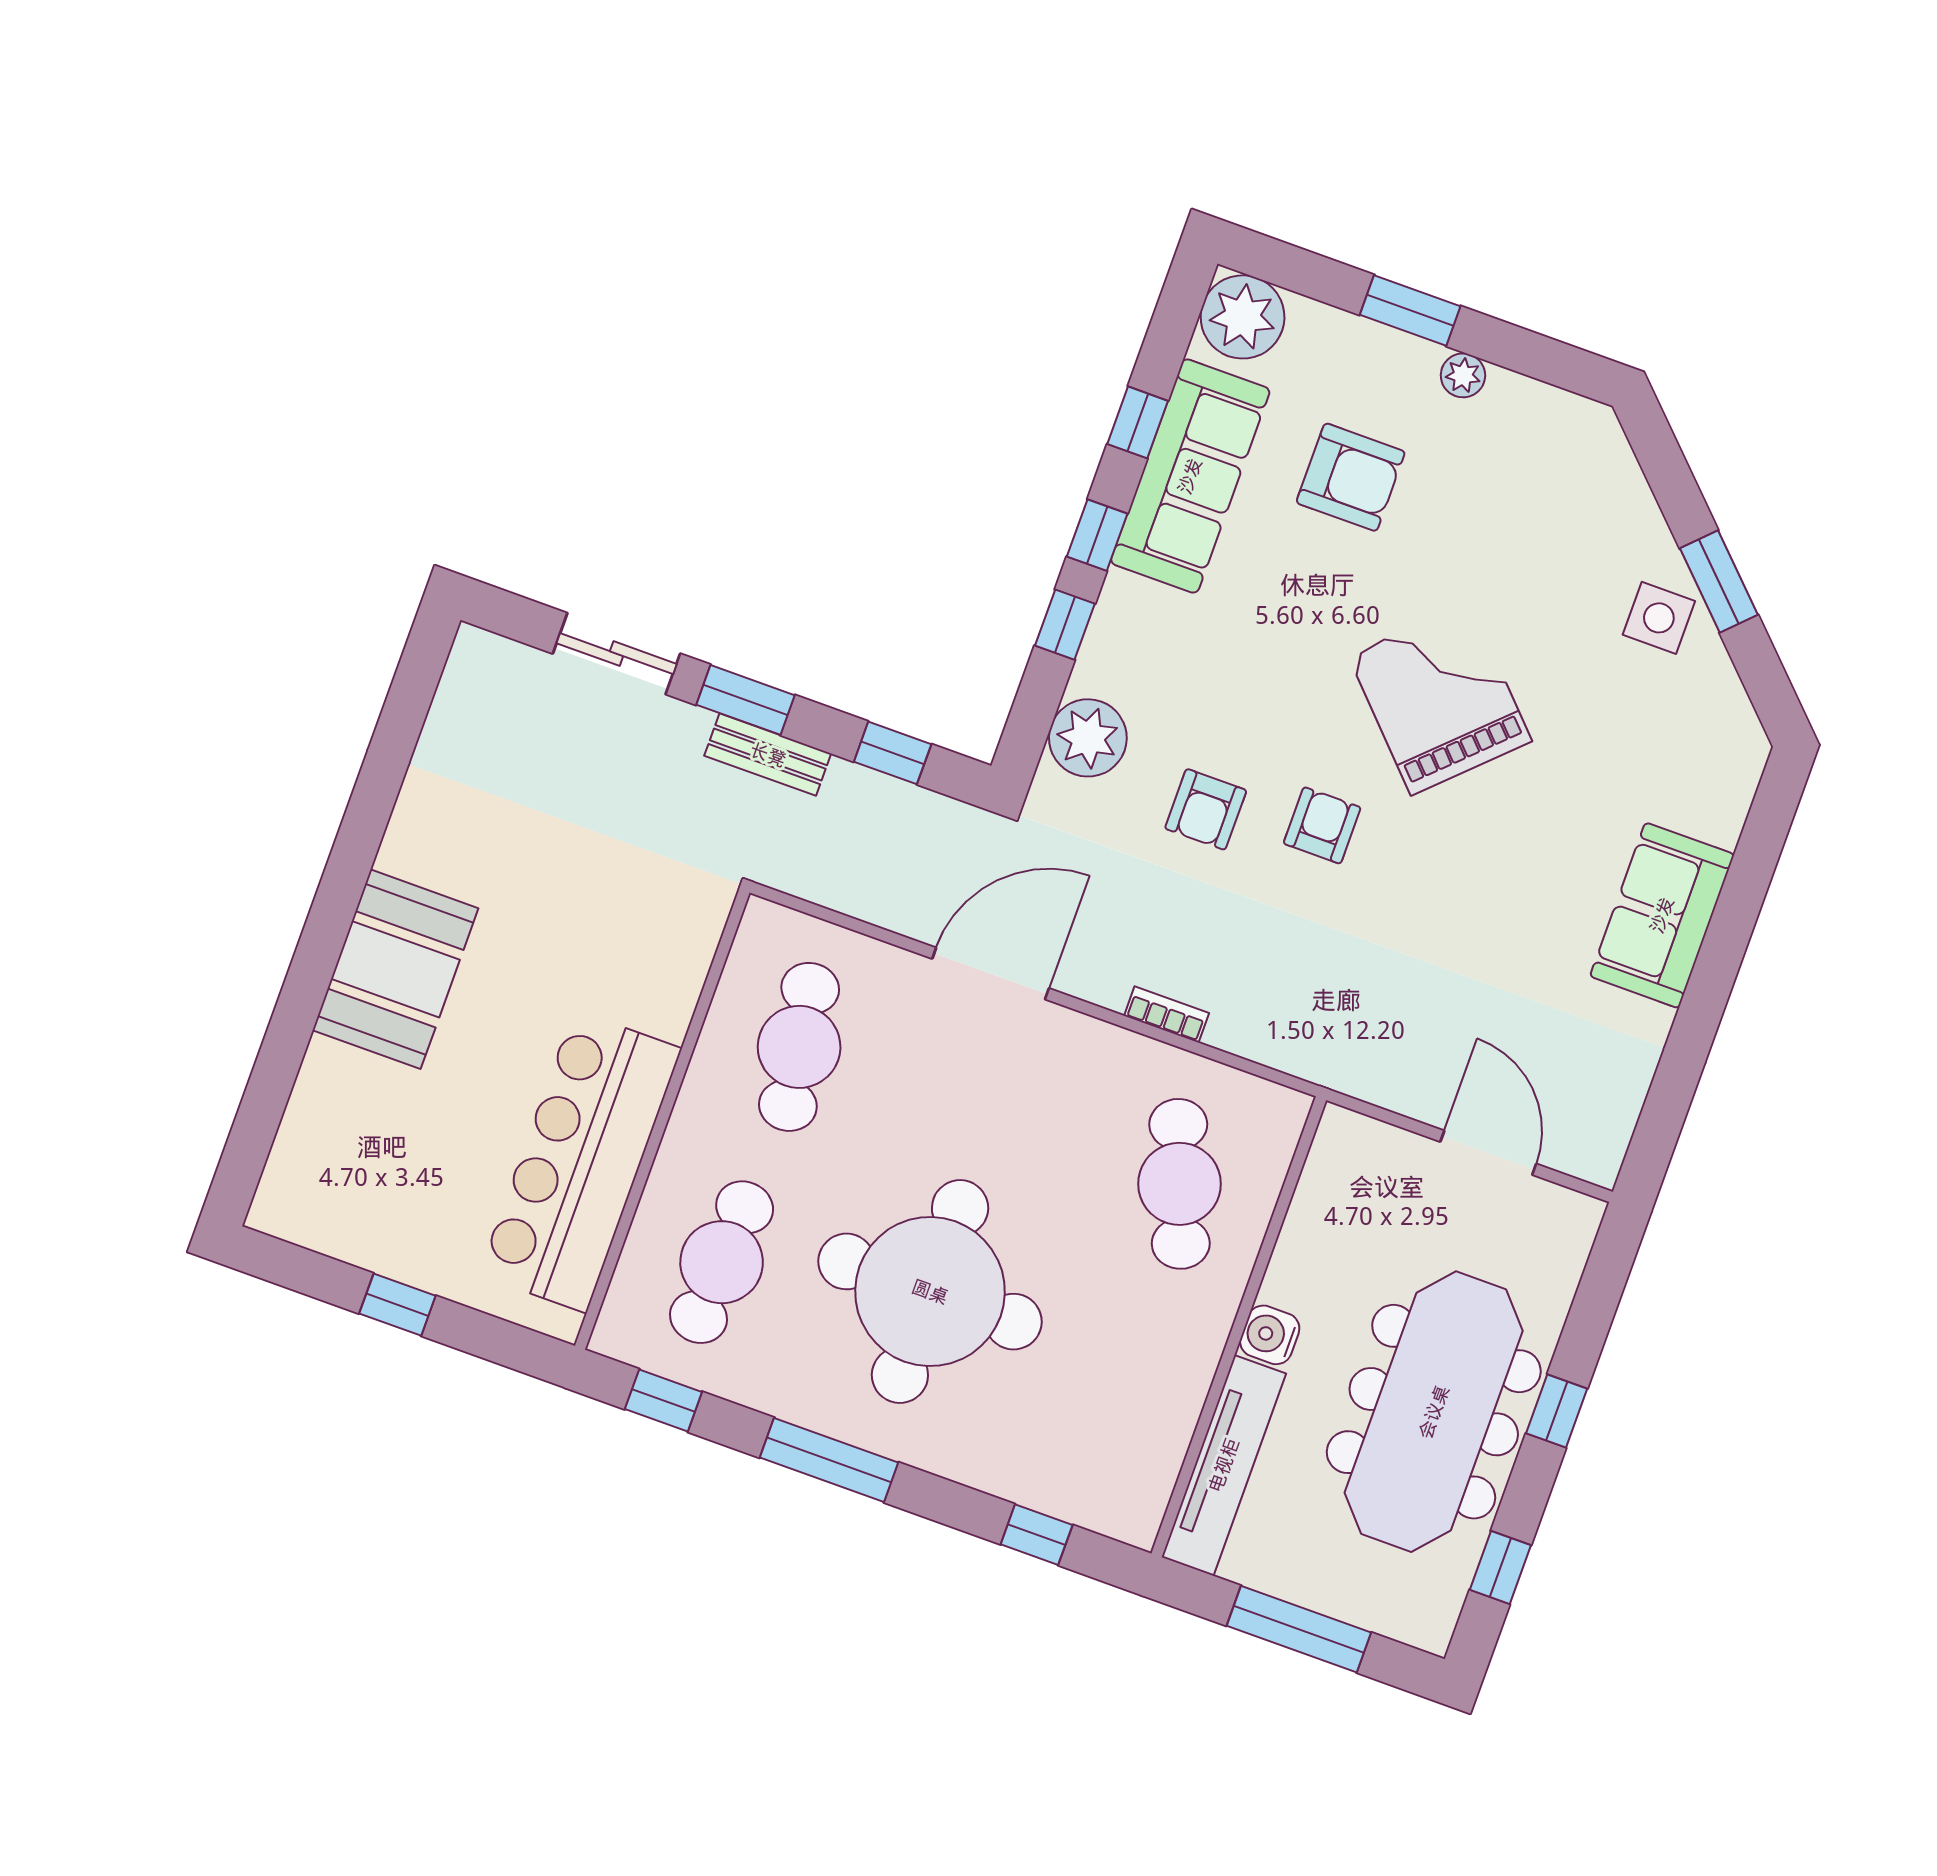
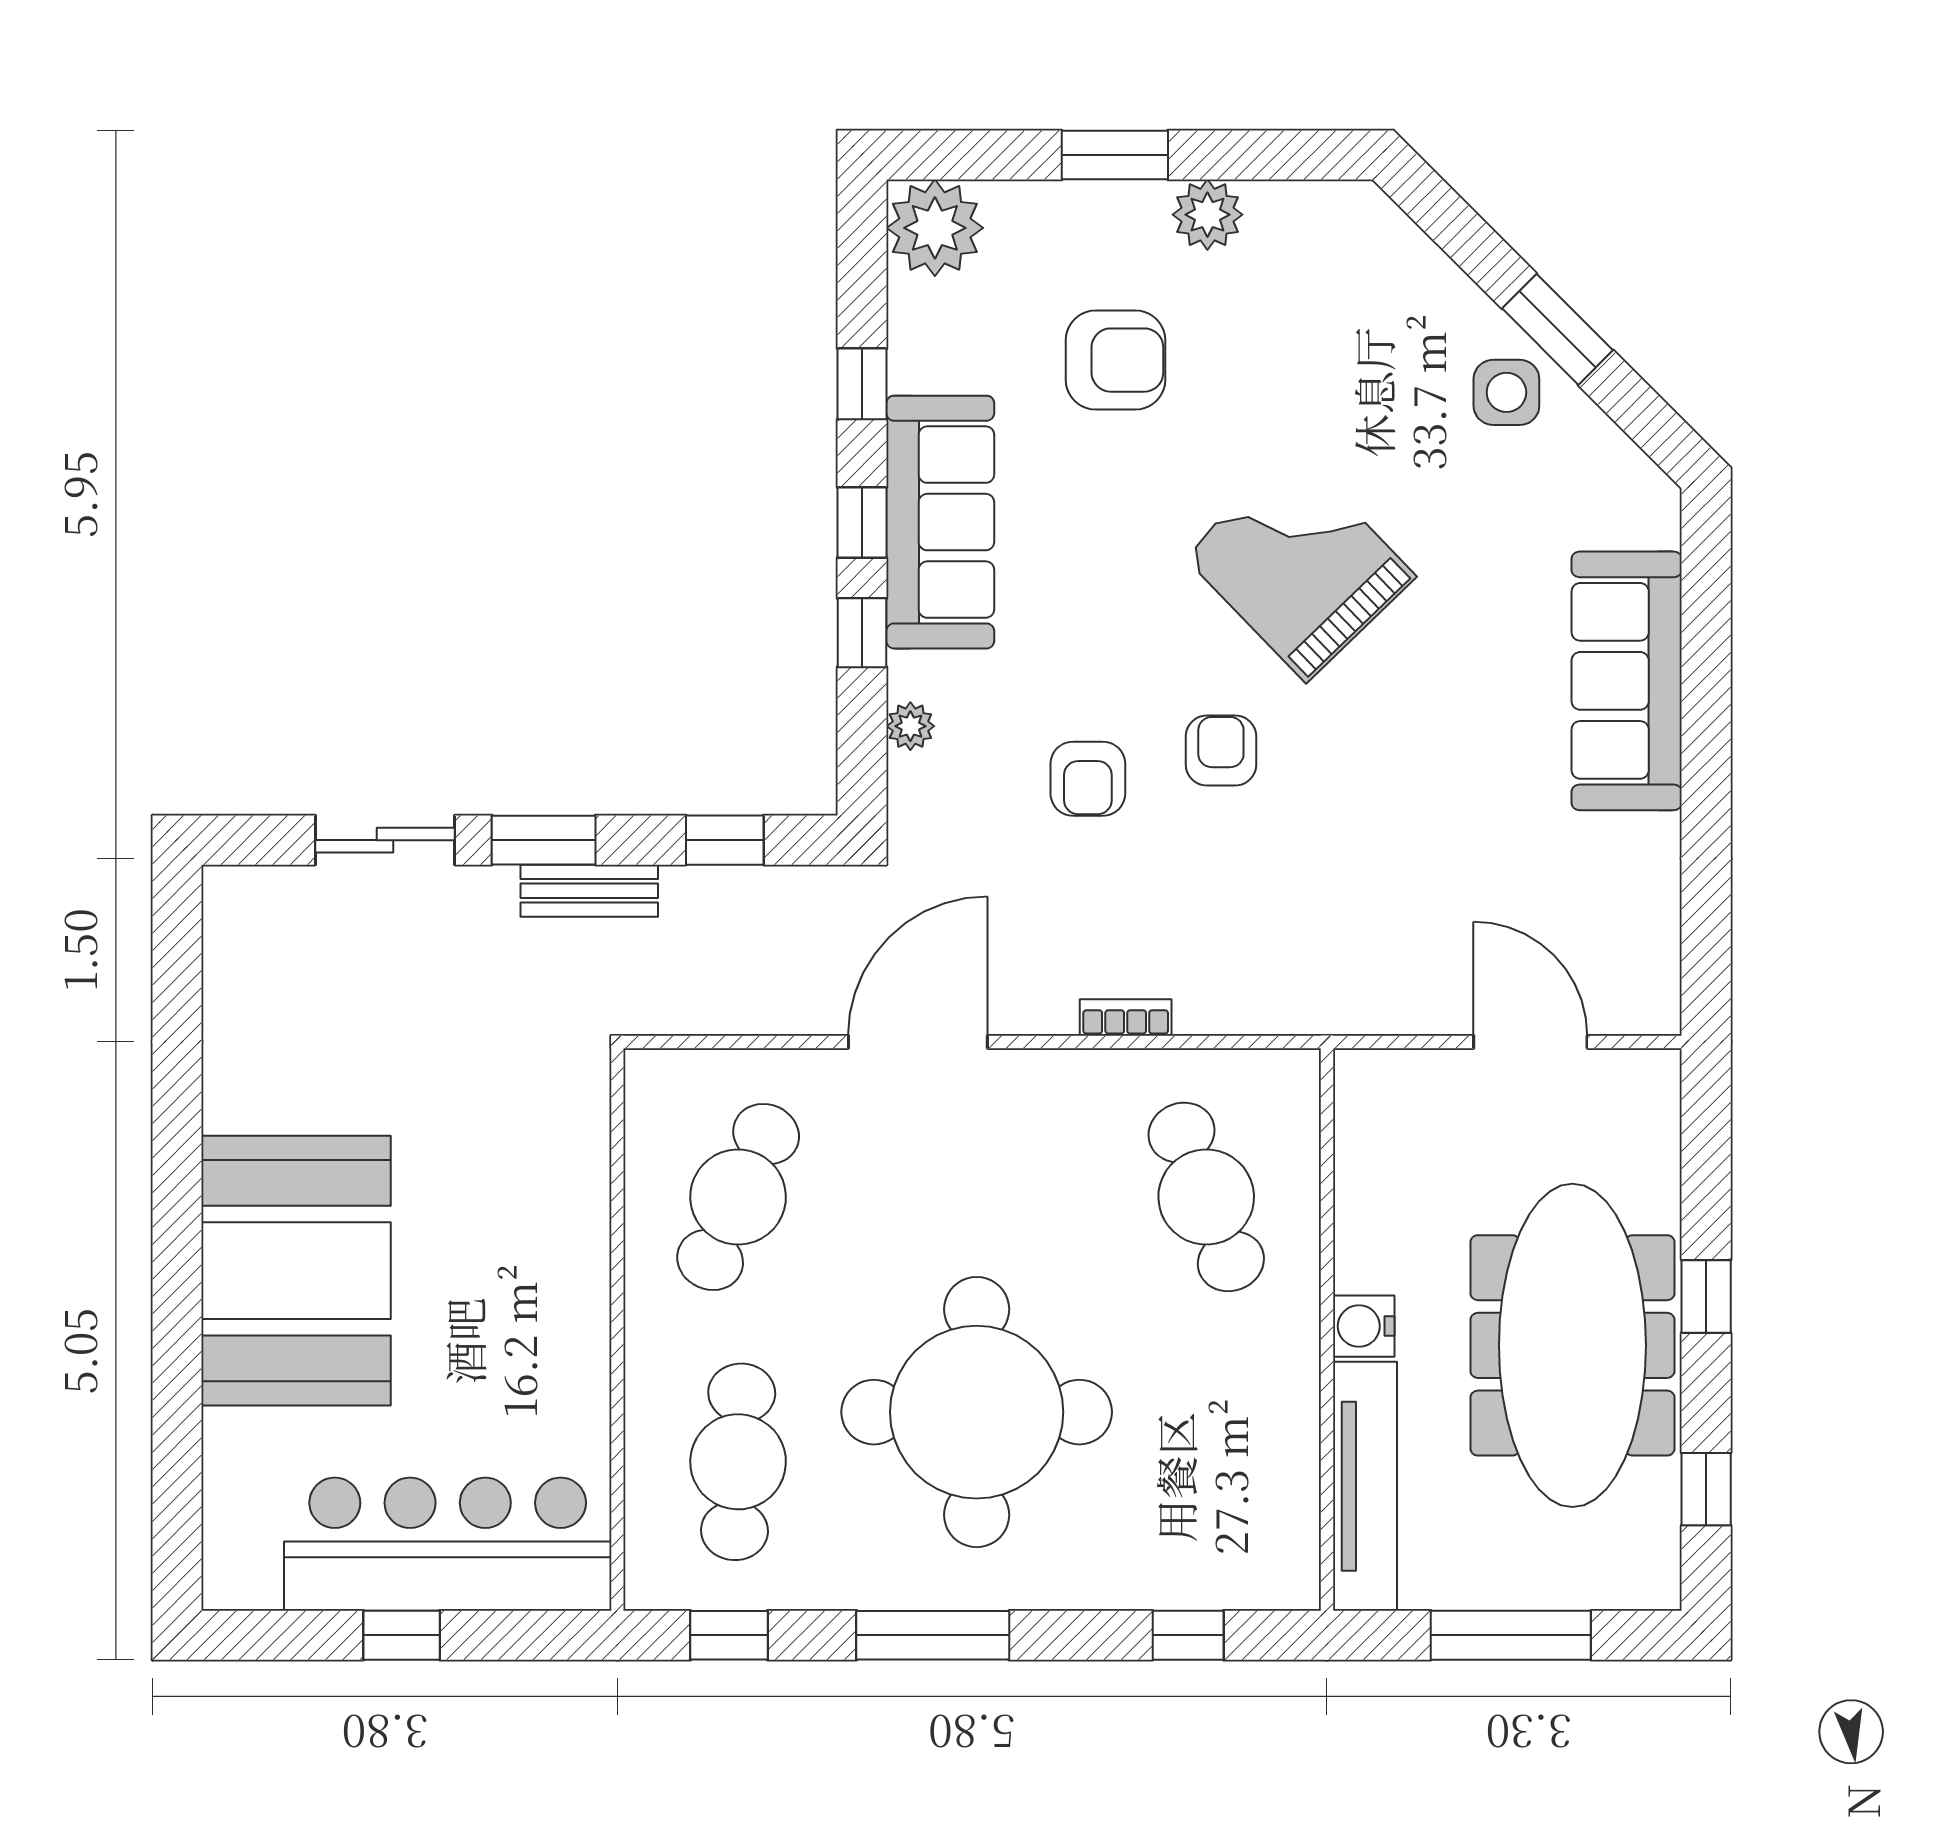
plant: (1463, 375) -> (1207, 215), width x1.38, depth x1.38
sofa: (1190, 476) -> (940, 522), moved
plant: (1088, 738) -> (910, 726), width x0.53, depth x0.53
sofa: (1662, 915) -> (1627, 681), width x1.36
booth: (395, 969) -> (296, 1271), width x1.36, depth x1.42
cafe table: (799, 1047) -> (738, 1197), turned 33
bar counter: (580, 1162) -> (448, 1544), moved, turned 90

